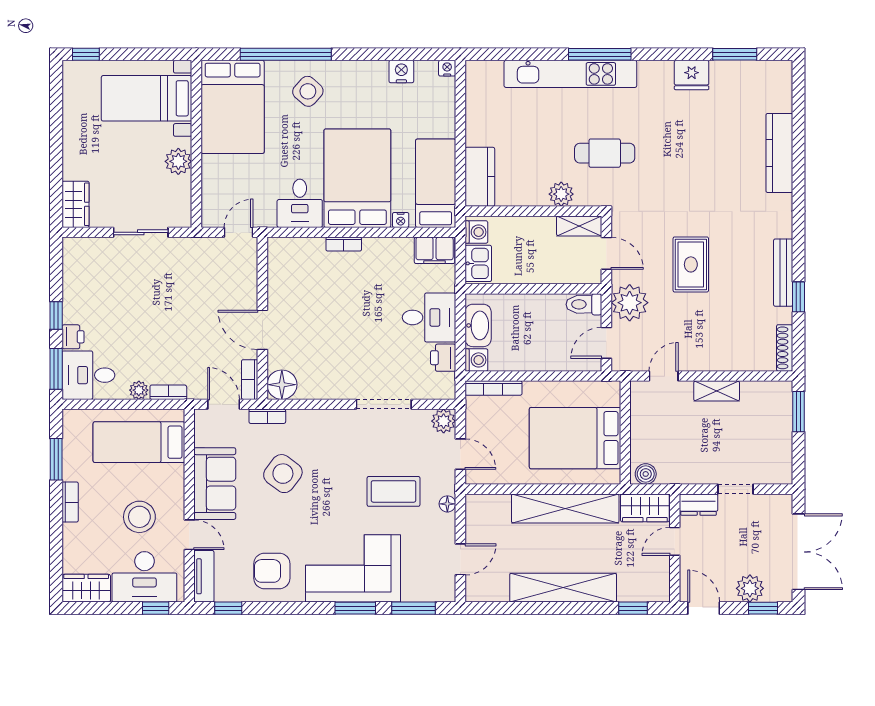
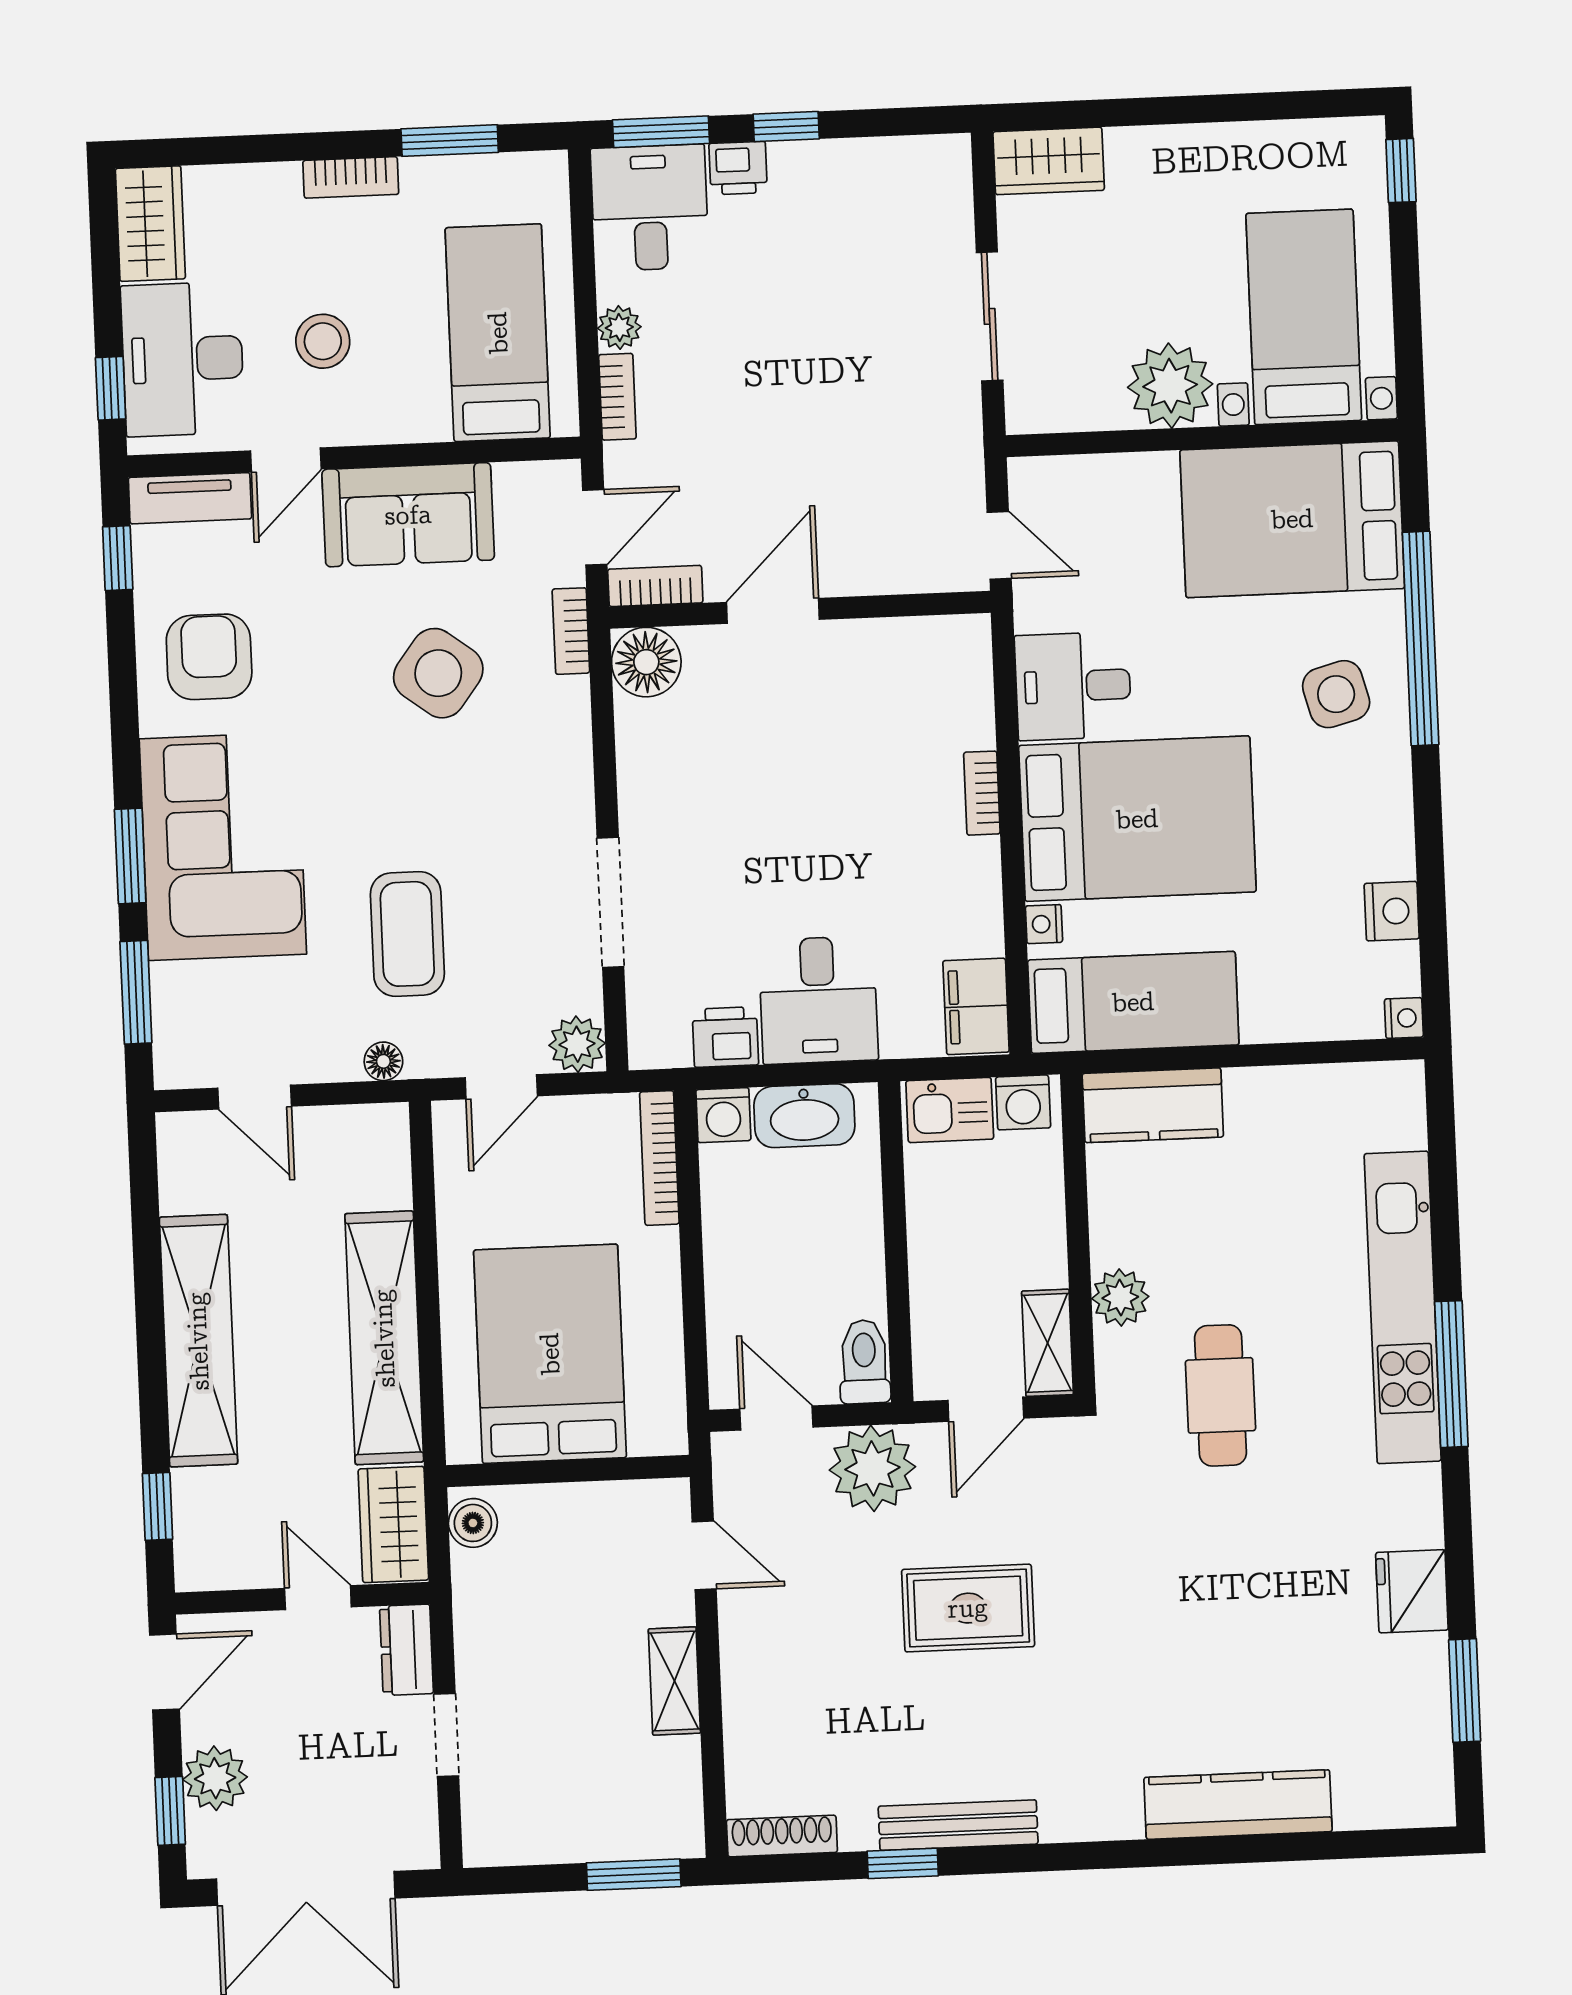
side table: (308, 91) -> (1336, 694), turned 33
plant: (178, 161) -> (1170, 386), width x1.36, depth x1.36
stool: (139, 517) -> (323, 341), width x0.73, depth x0.73

